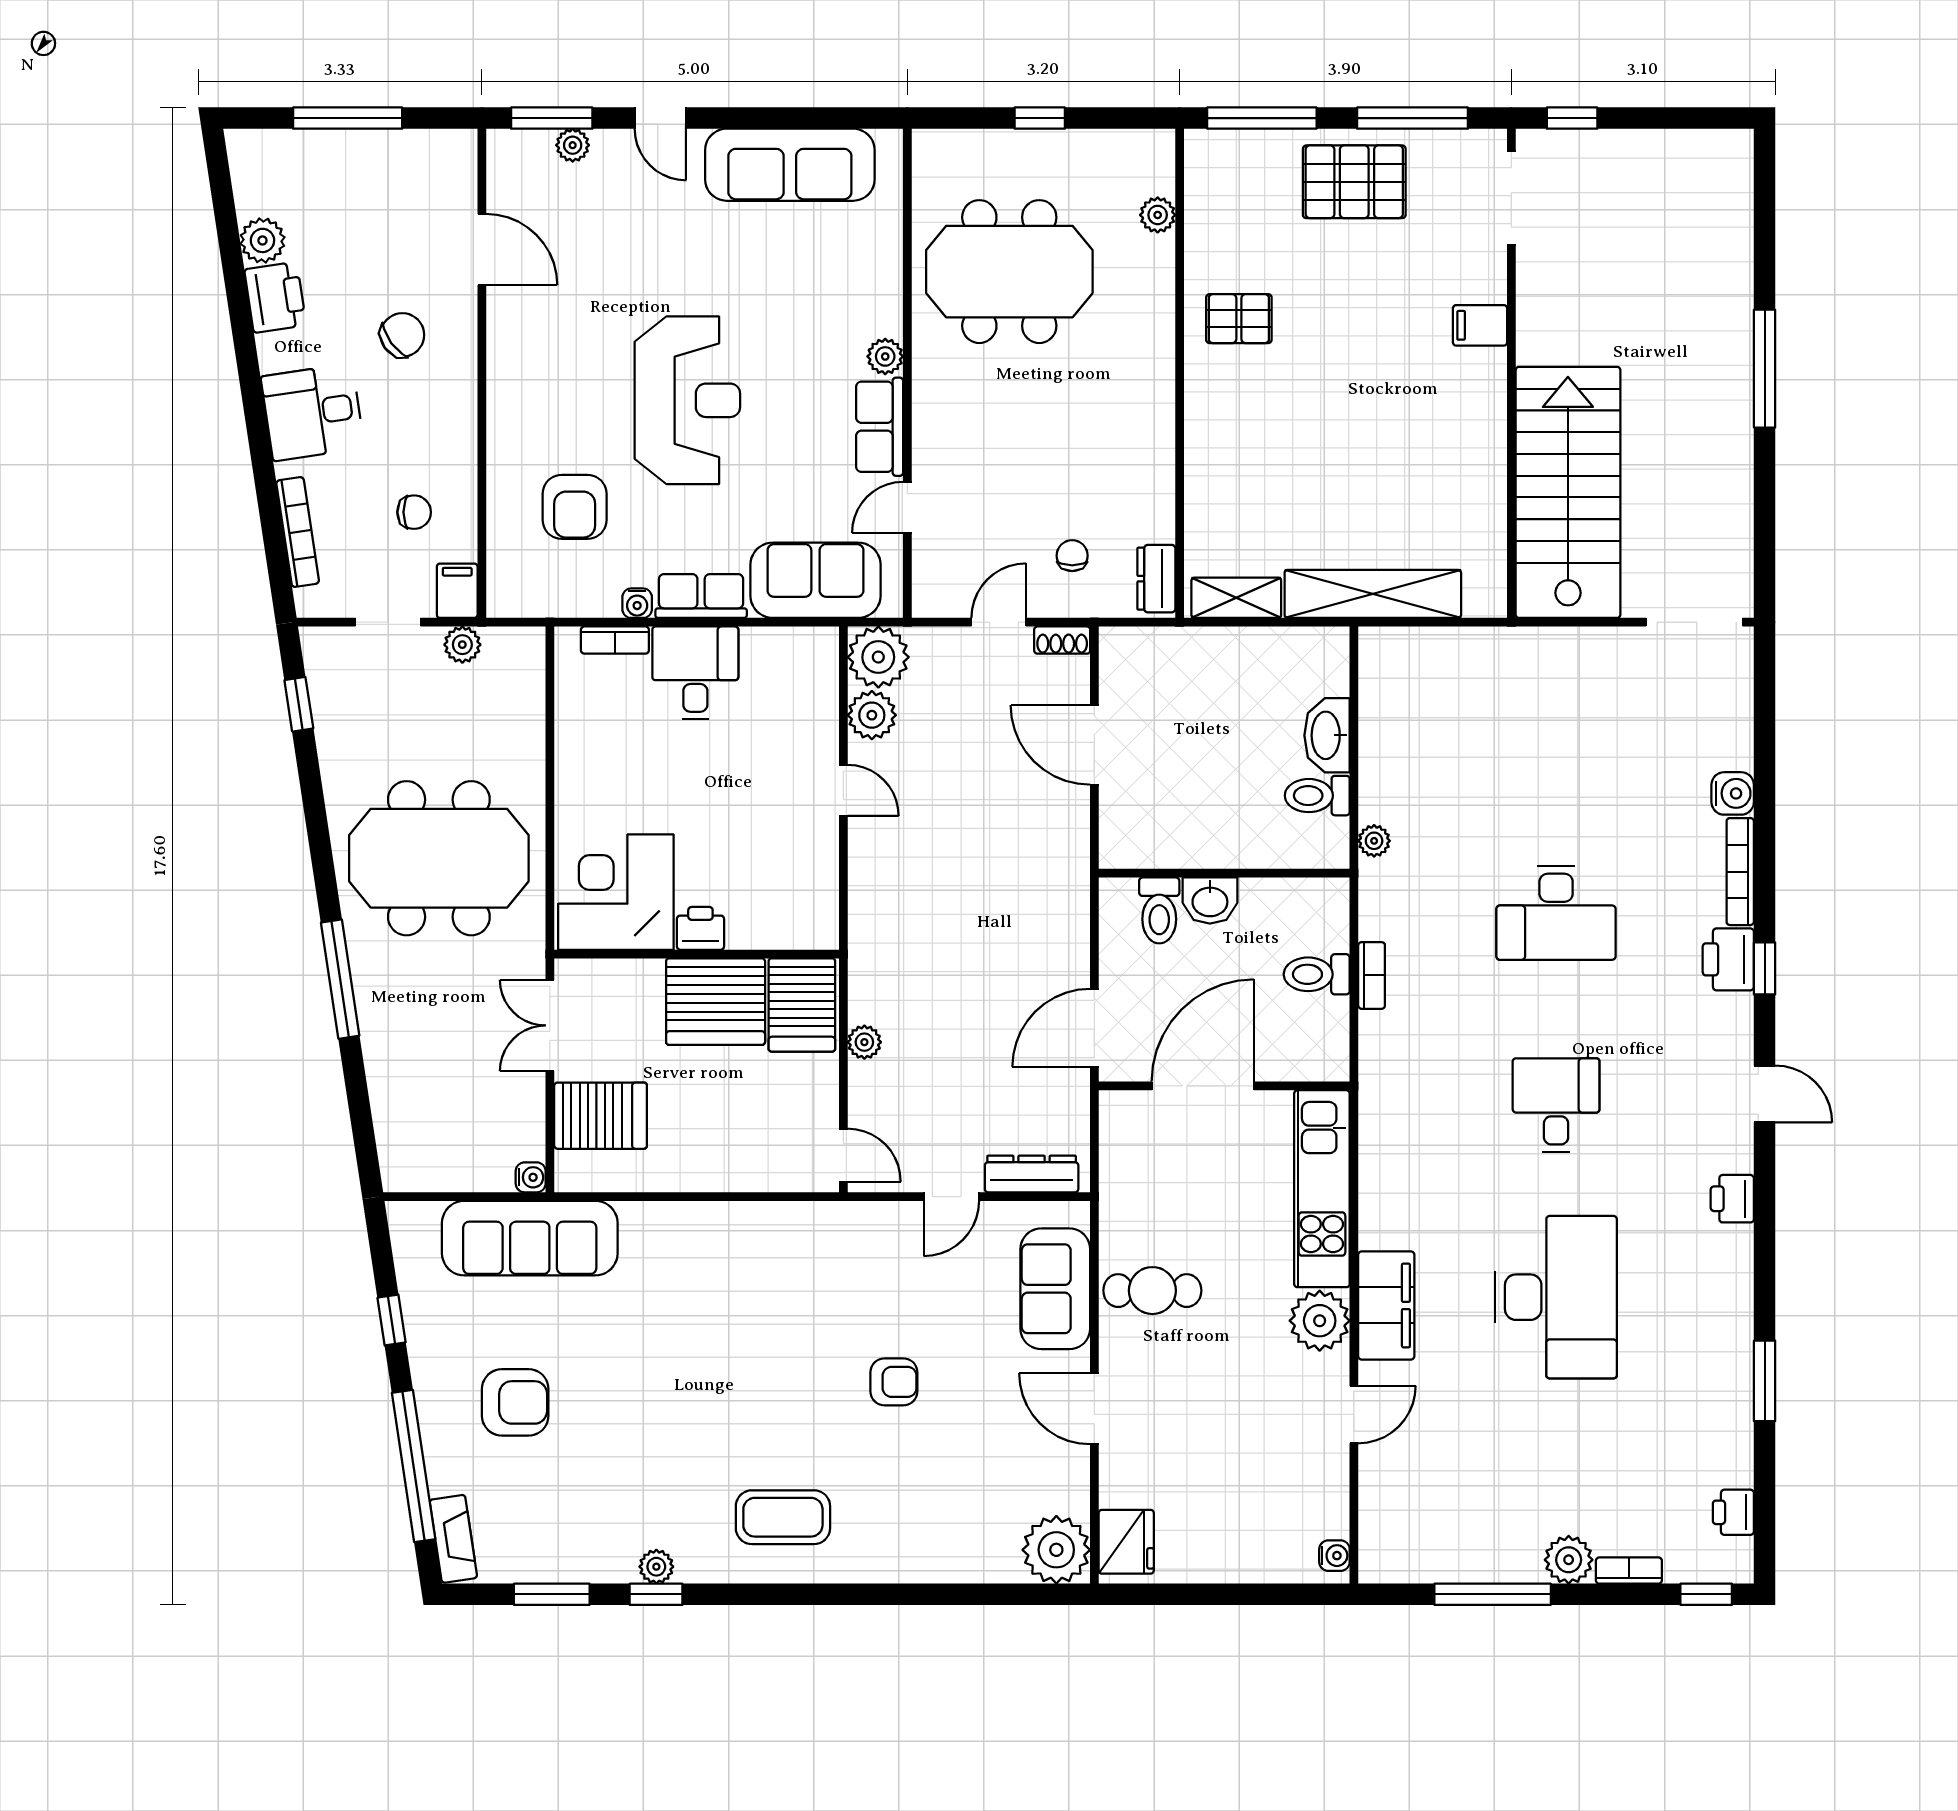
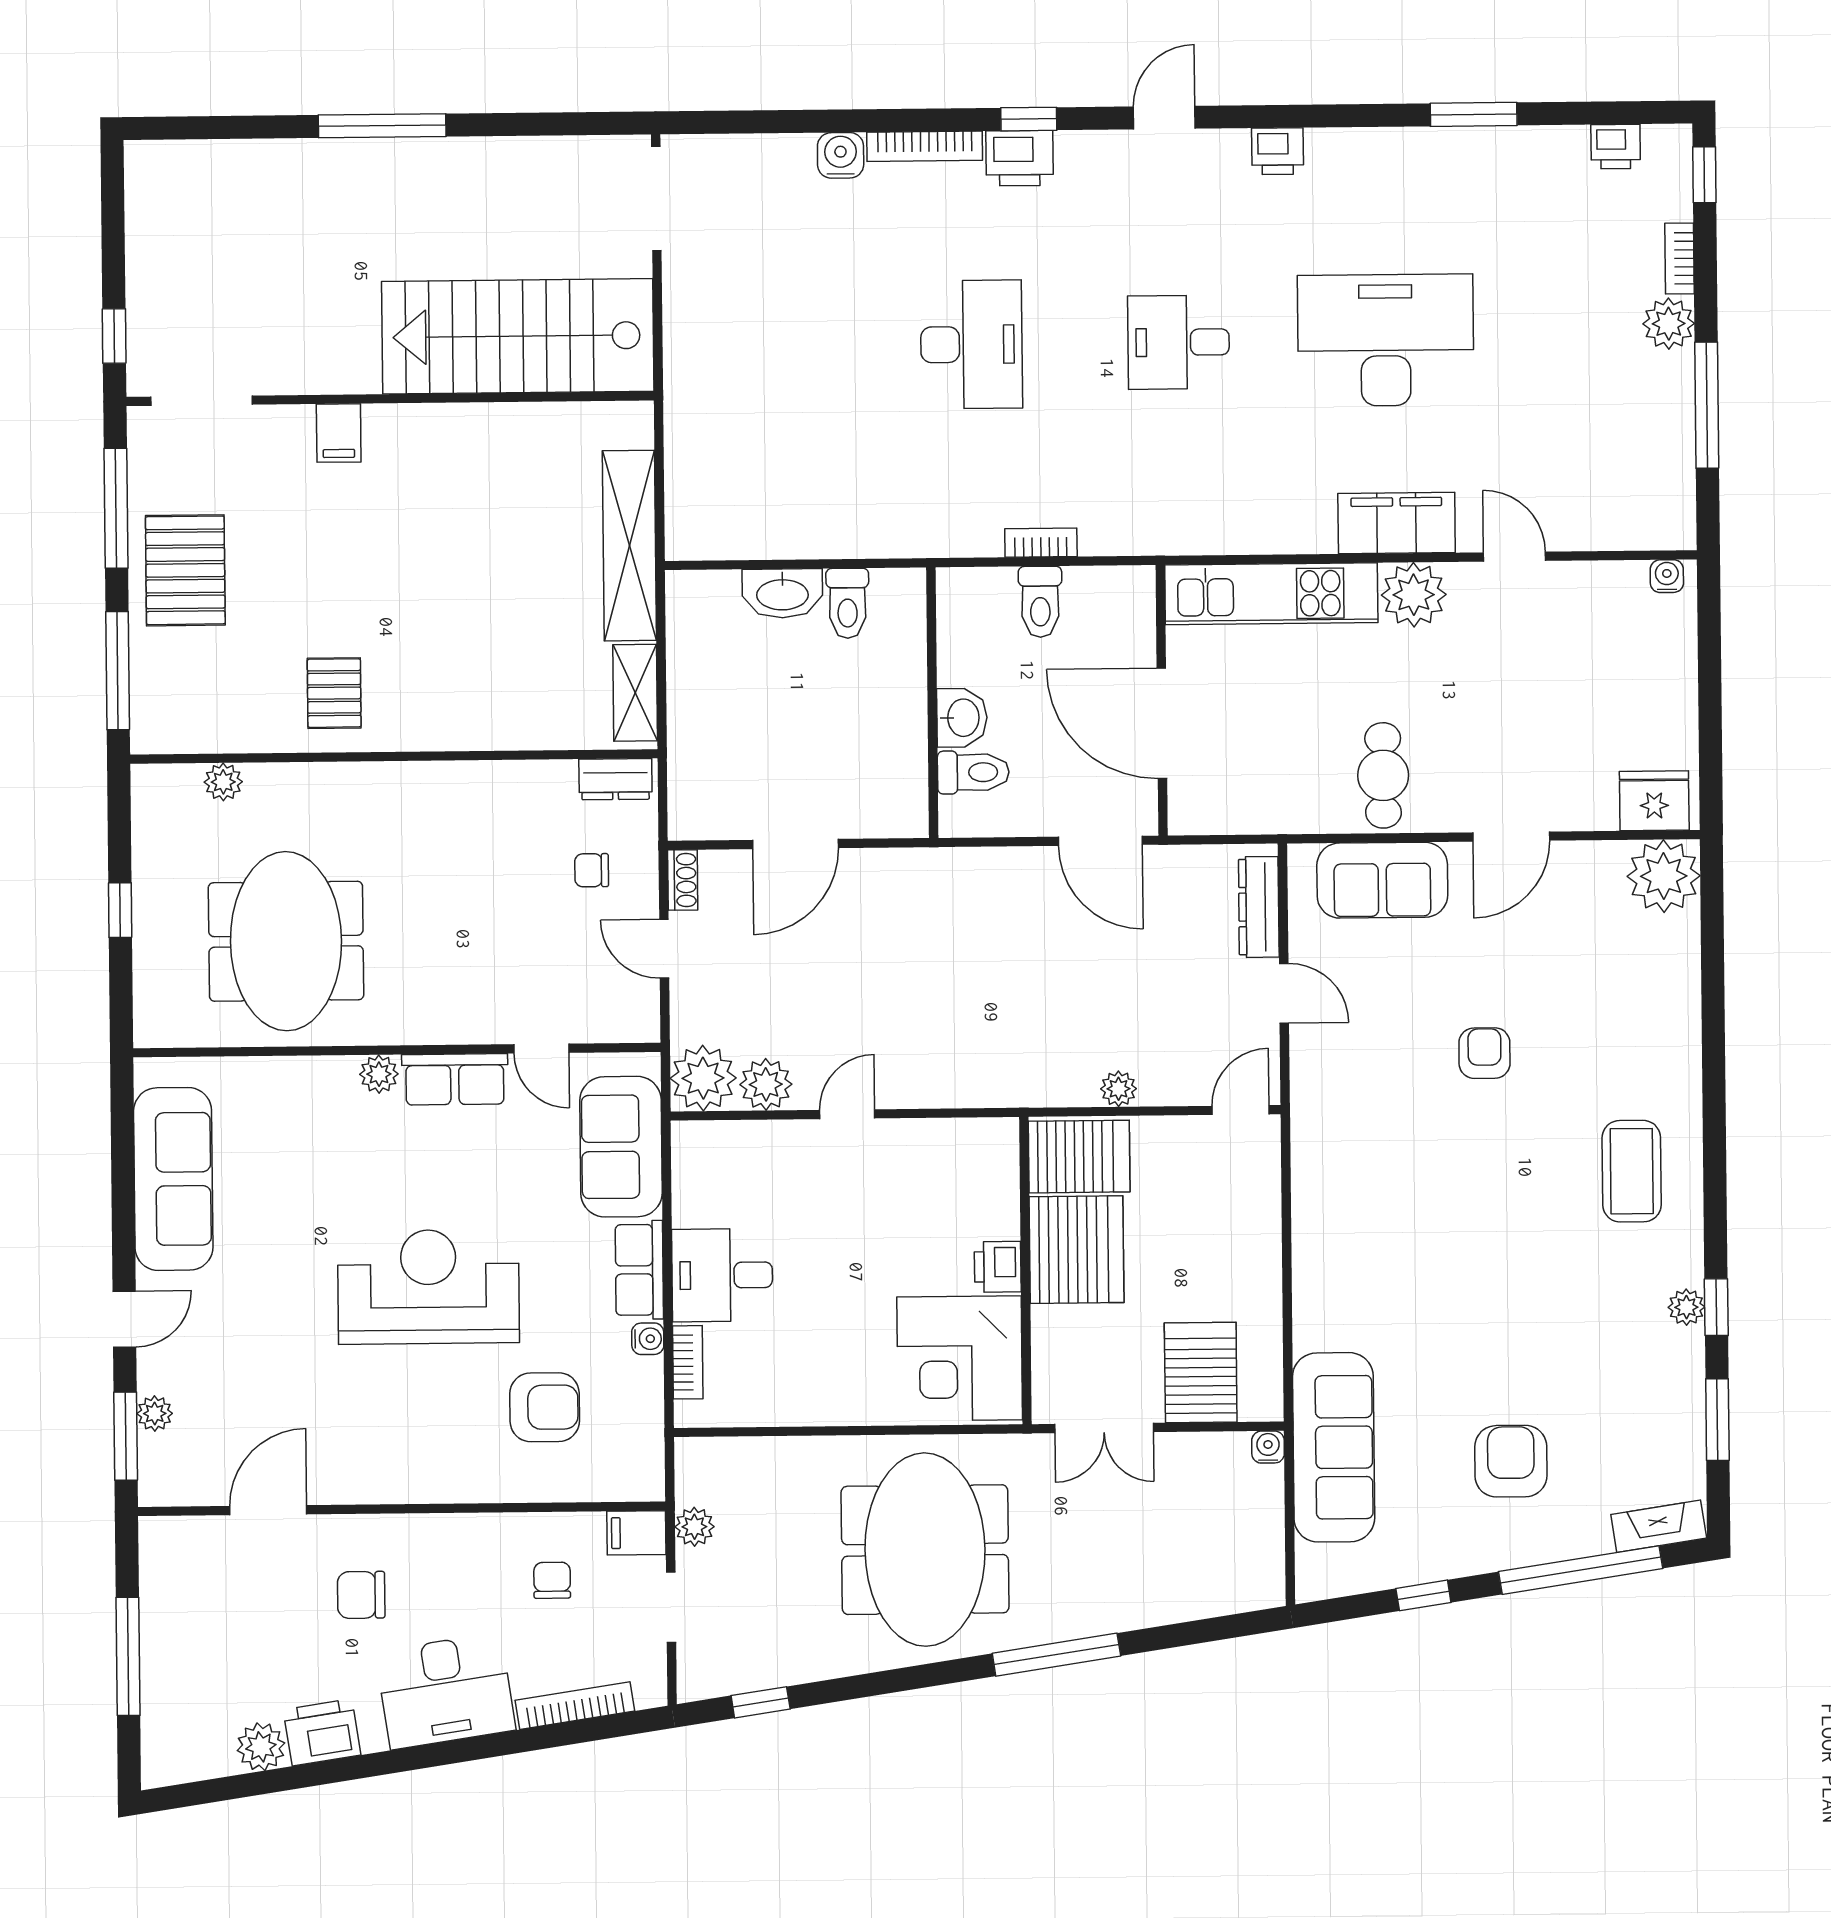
chair: (402, 335) -> (361, 1595), turned -54
desk: (313, 412) -> (445, 1691), width x1.37
plant: (1374, 841) -> (896, 541), removed

